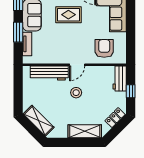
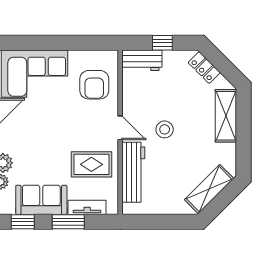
rug: (68, 15) -> (91, 164), moved, turned 90
armchair: (104, 48) -> (94, 85), turned -90

